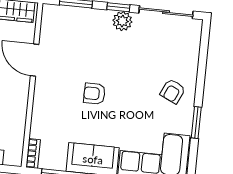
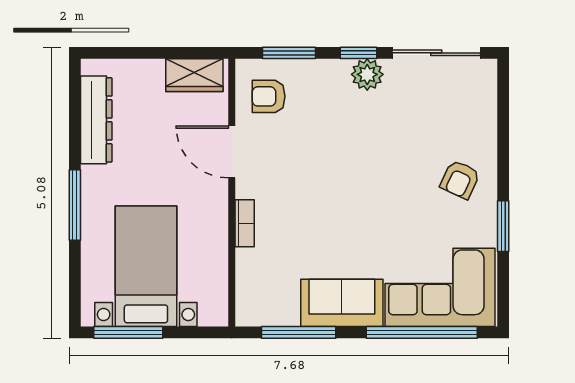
armchair: (94, 94) -> (269, 96), moved
bookcase: (33, 153) -> (245, 223), moved

